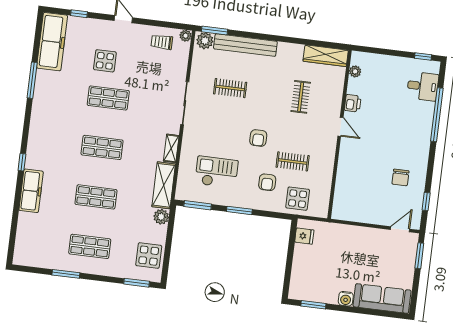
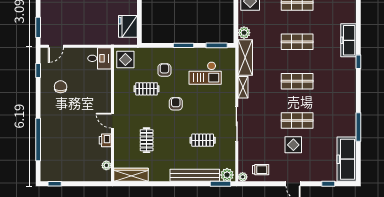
display table: (105, 61) -> (293, 145), moved
desk: (423, 86) -> (99, 58), moved, turned 180
display table: (298, 199) -> (125, 60), moved
fridge: (304, 236) -> (128, 26), width x1.88, depth x1.34

